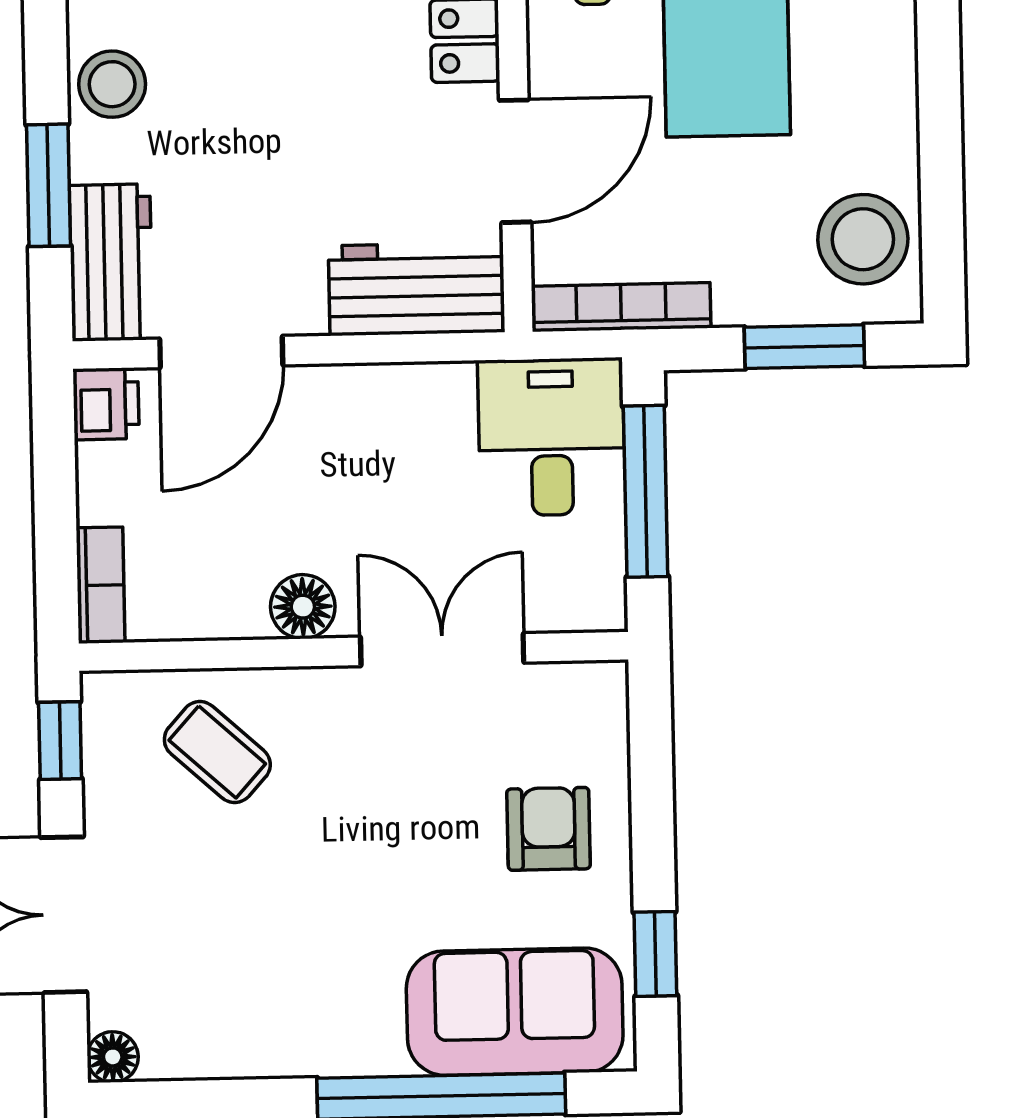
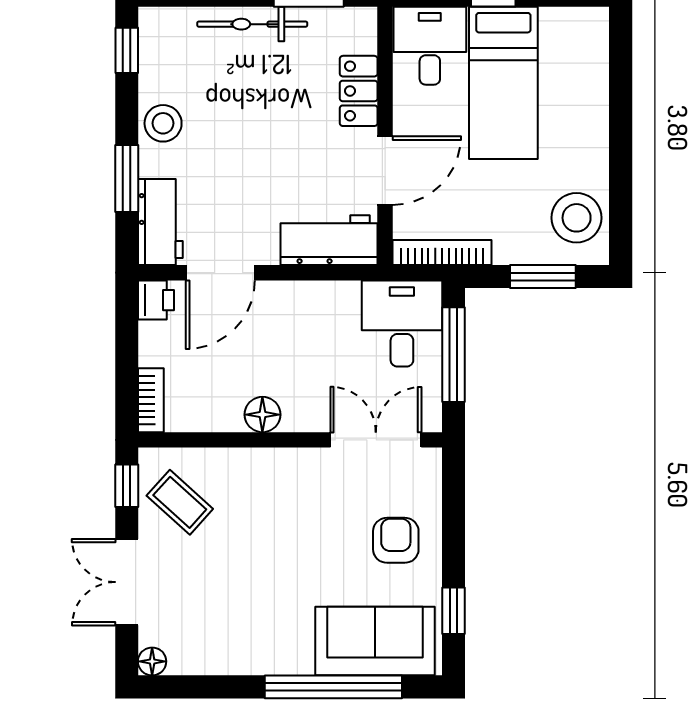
double door: (442, 650) -> (376, 440), moved
coffee table: (217, 752) -> (180, 502), moved

